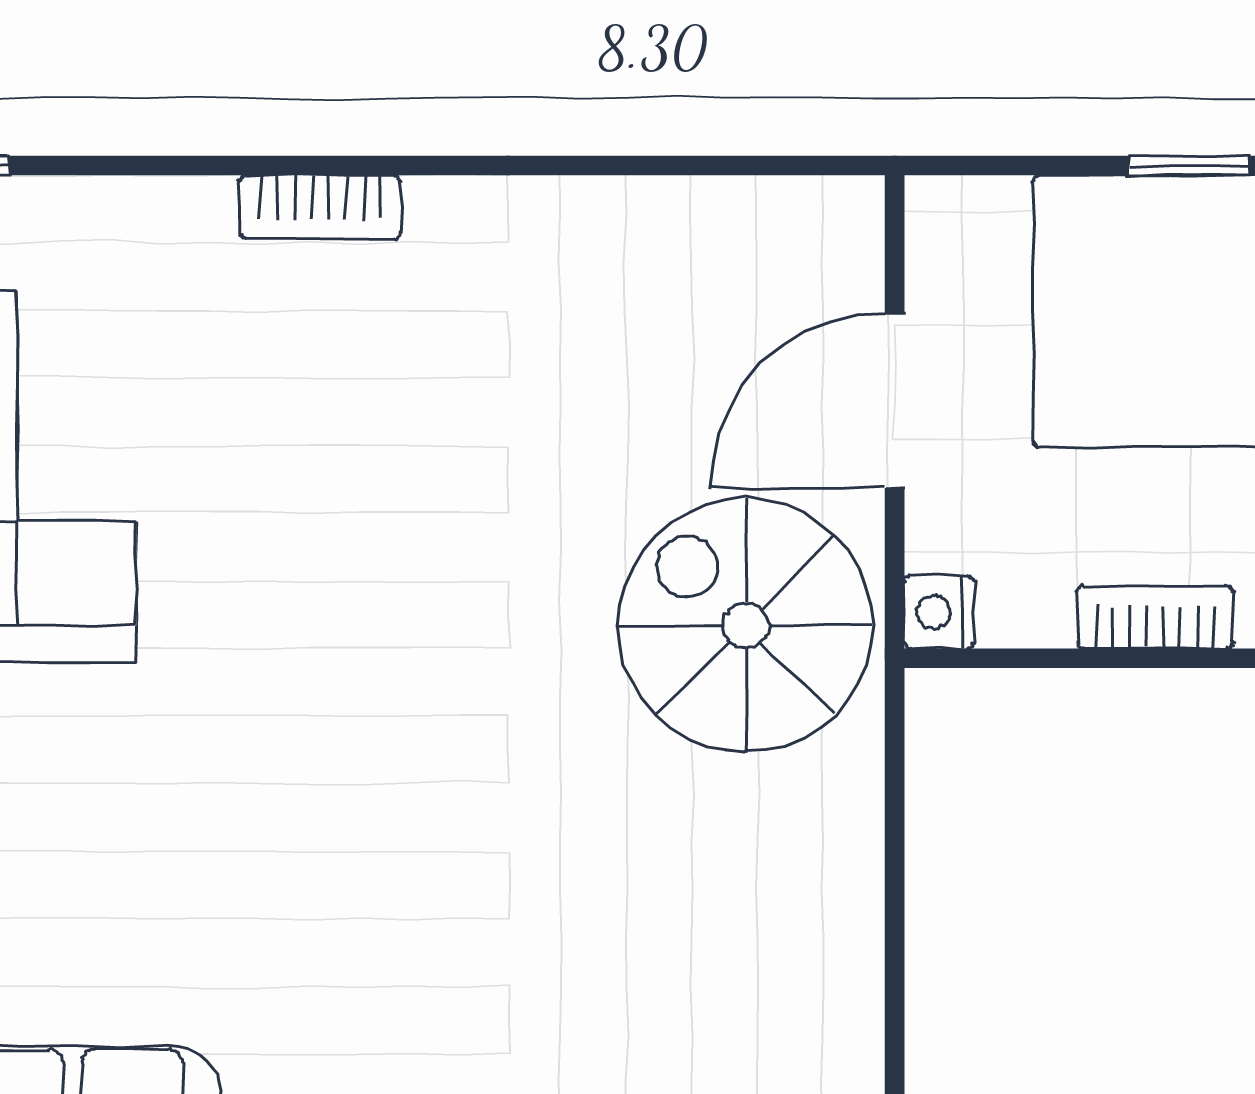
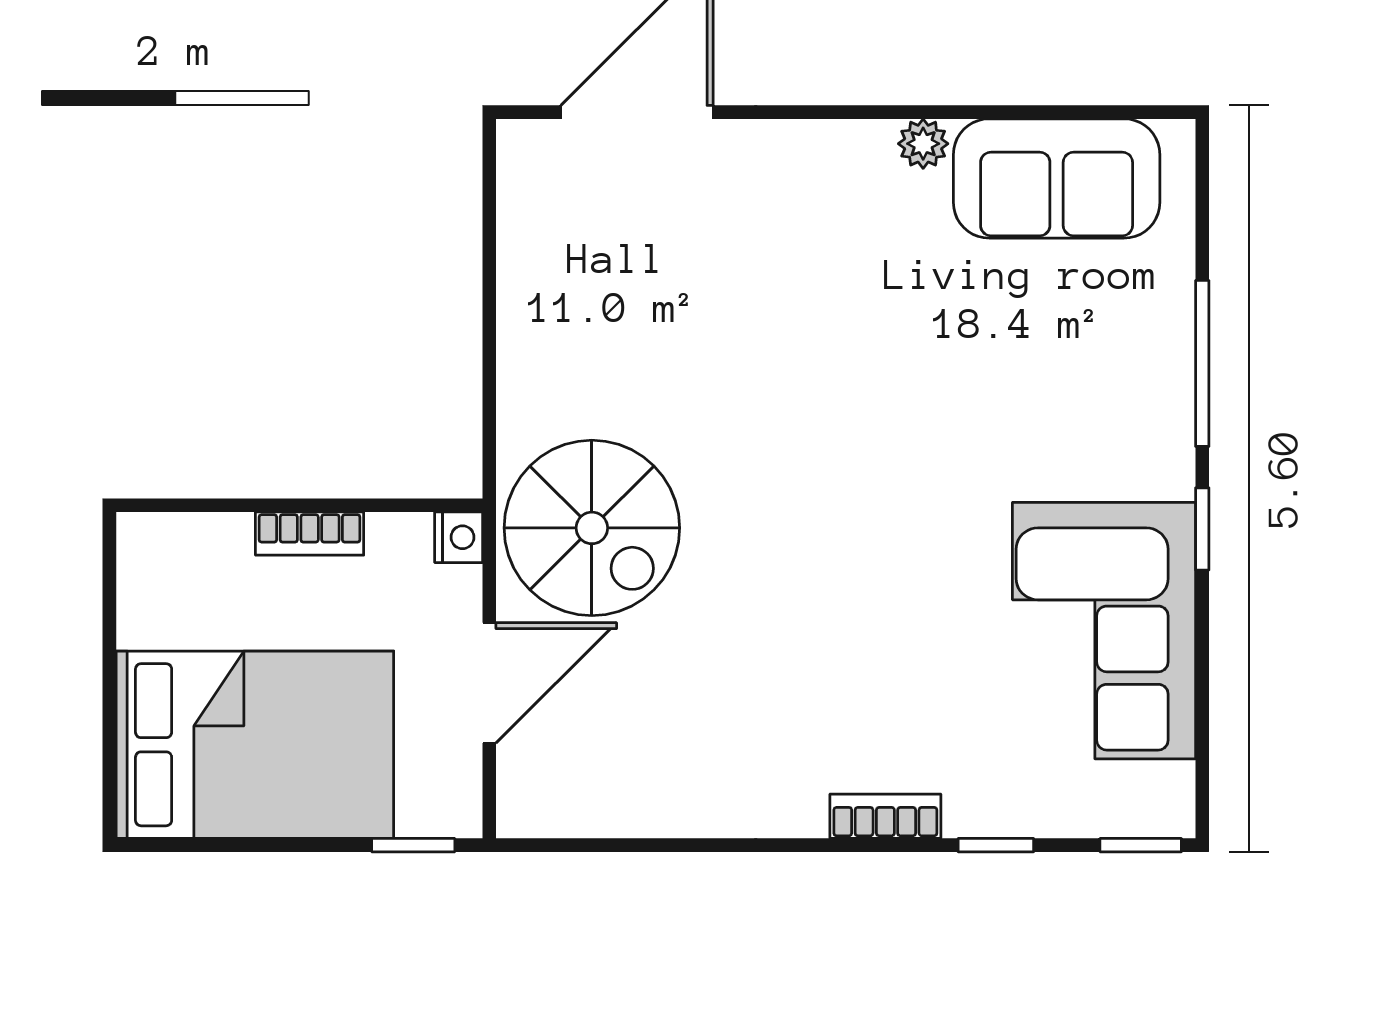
window: (160, 166) -> (996, 845), added
window: (1190, 166) -> (413, 845), moved

